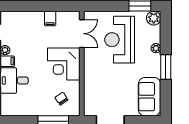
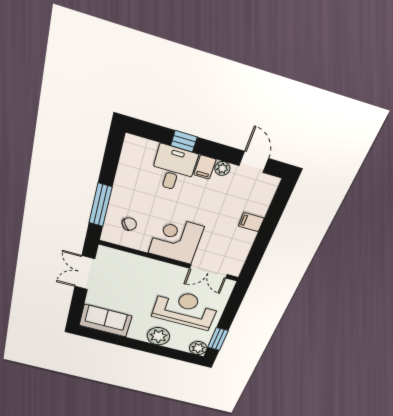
filing cabinet: (50, 18) -> (251, 222), moved
plant: (156, 48) -> (158, 336), width x1.88, depth x1.88
window: (166, 67) -> (137, 345), removed

